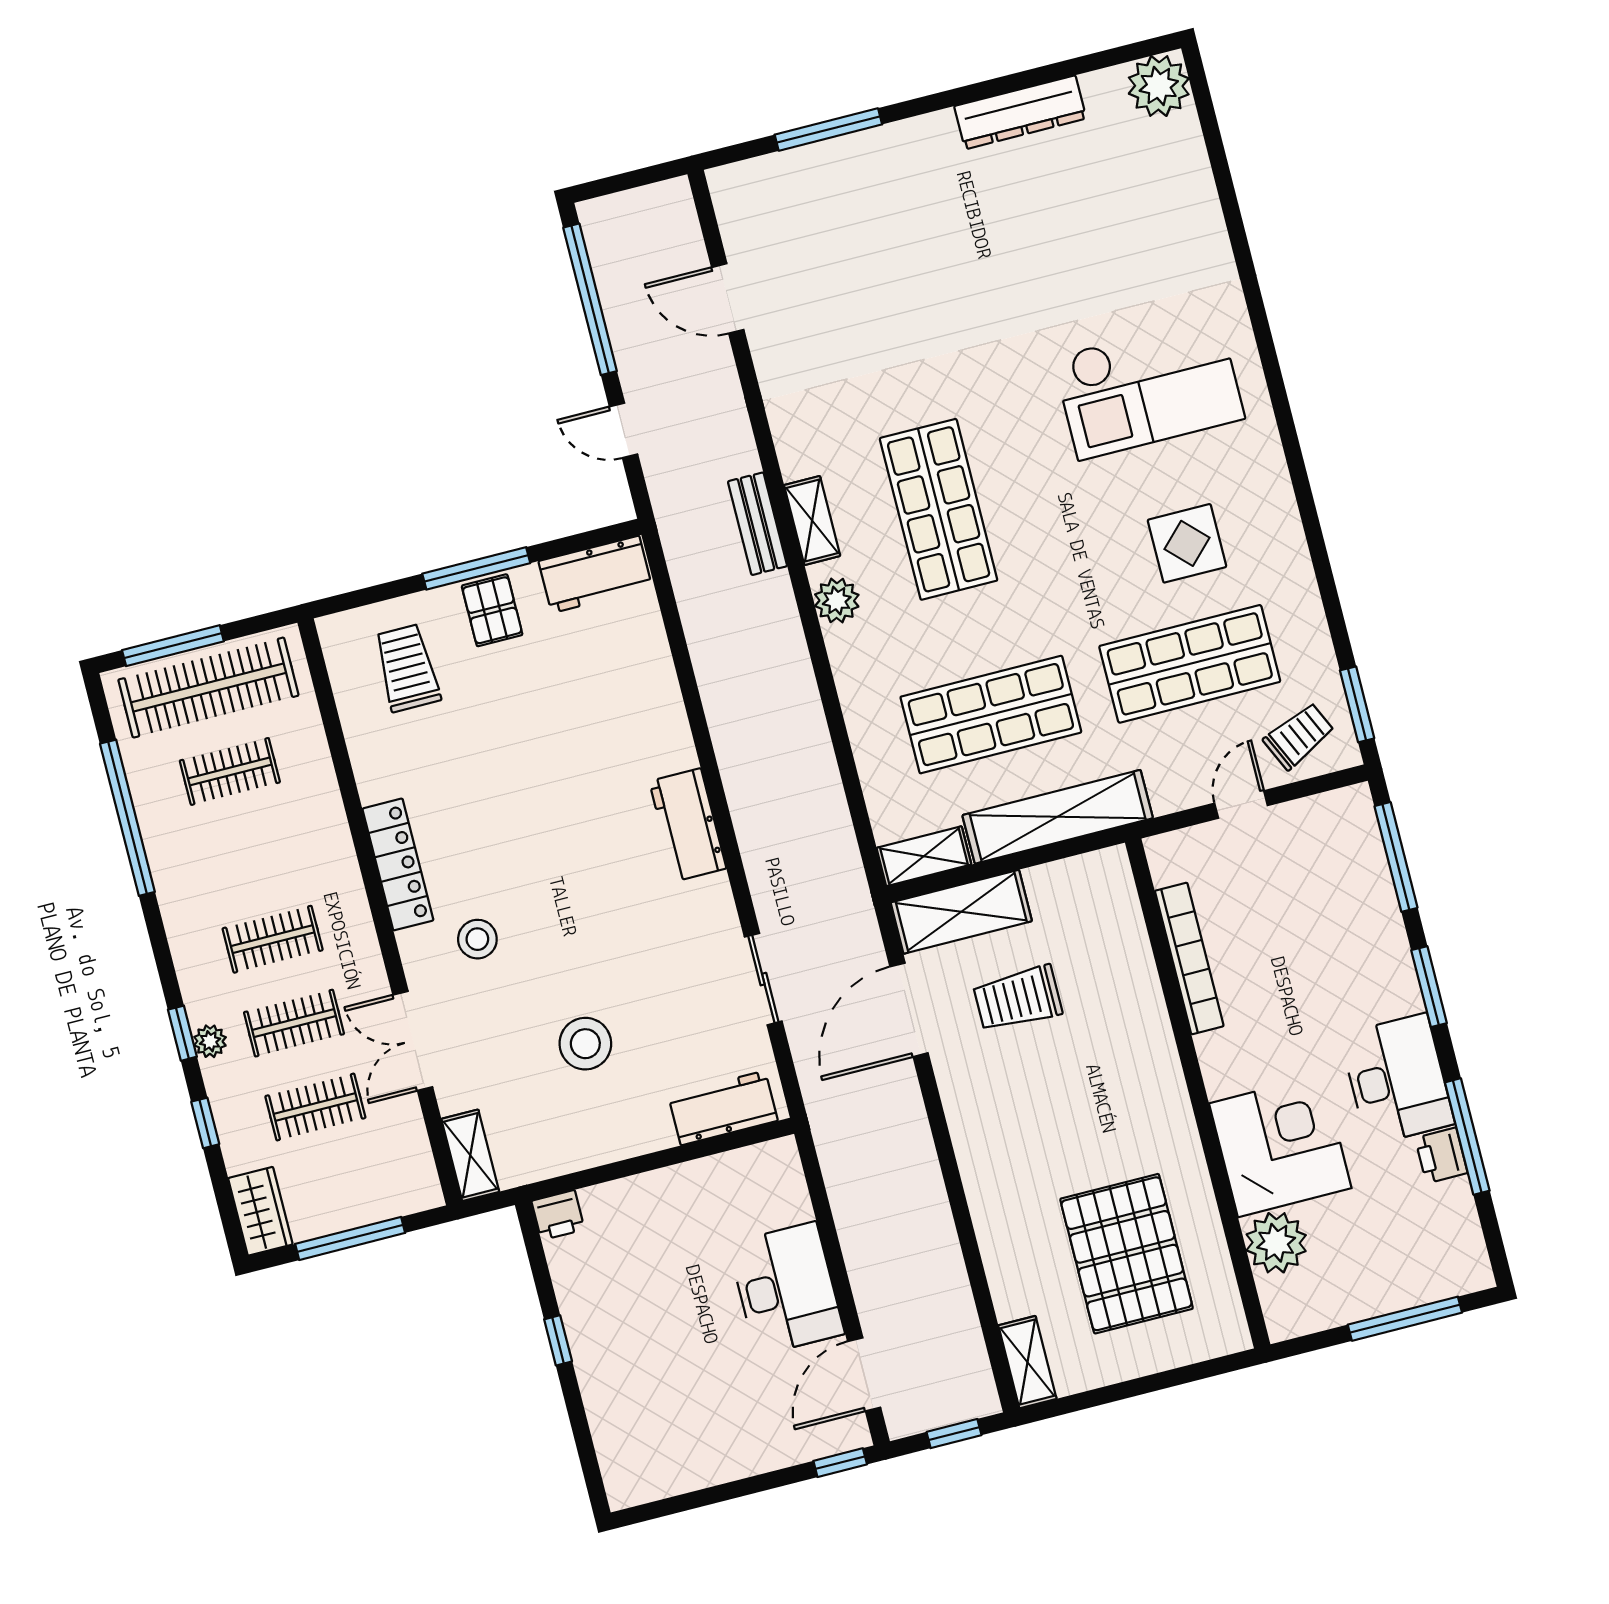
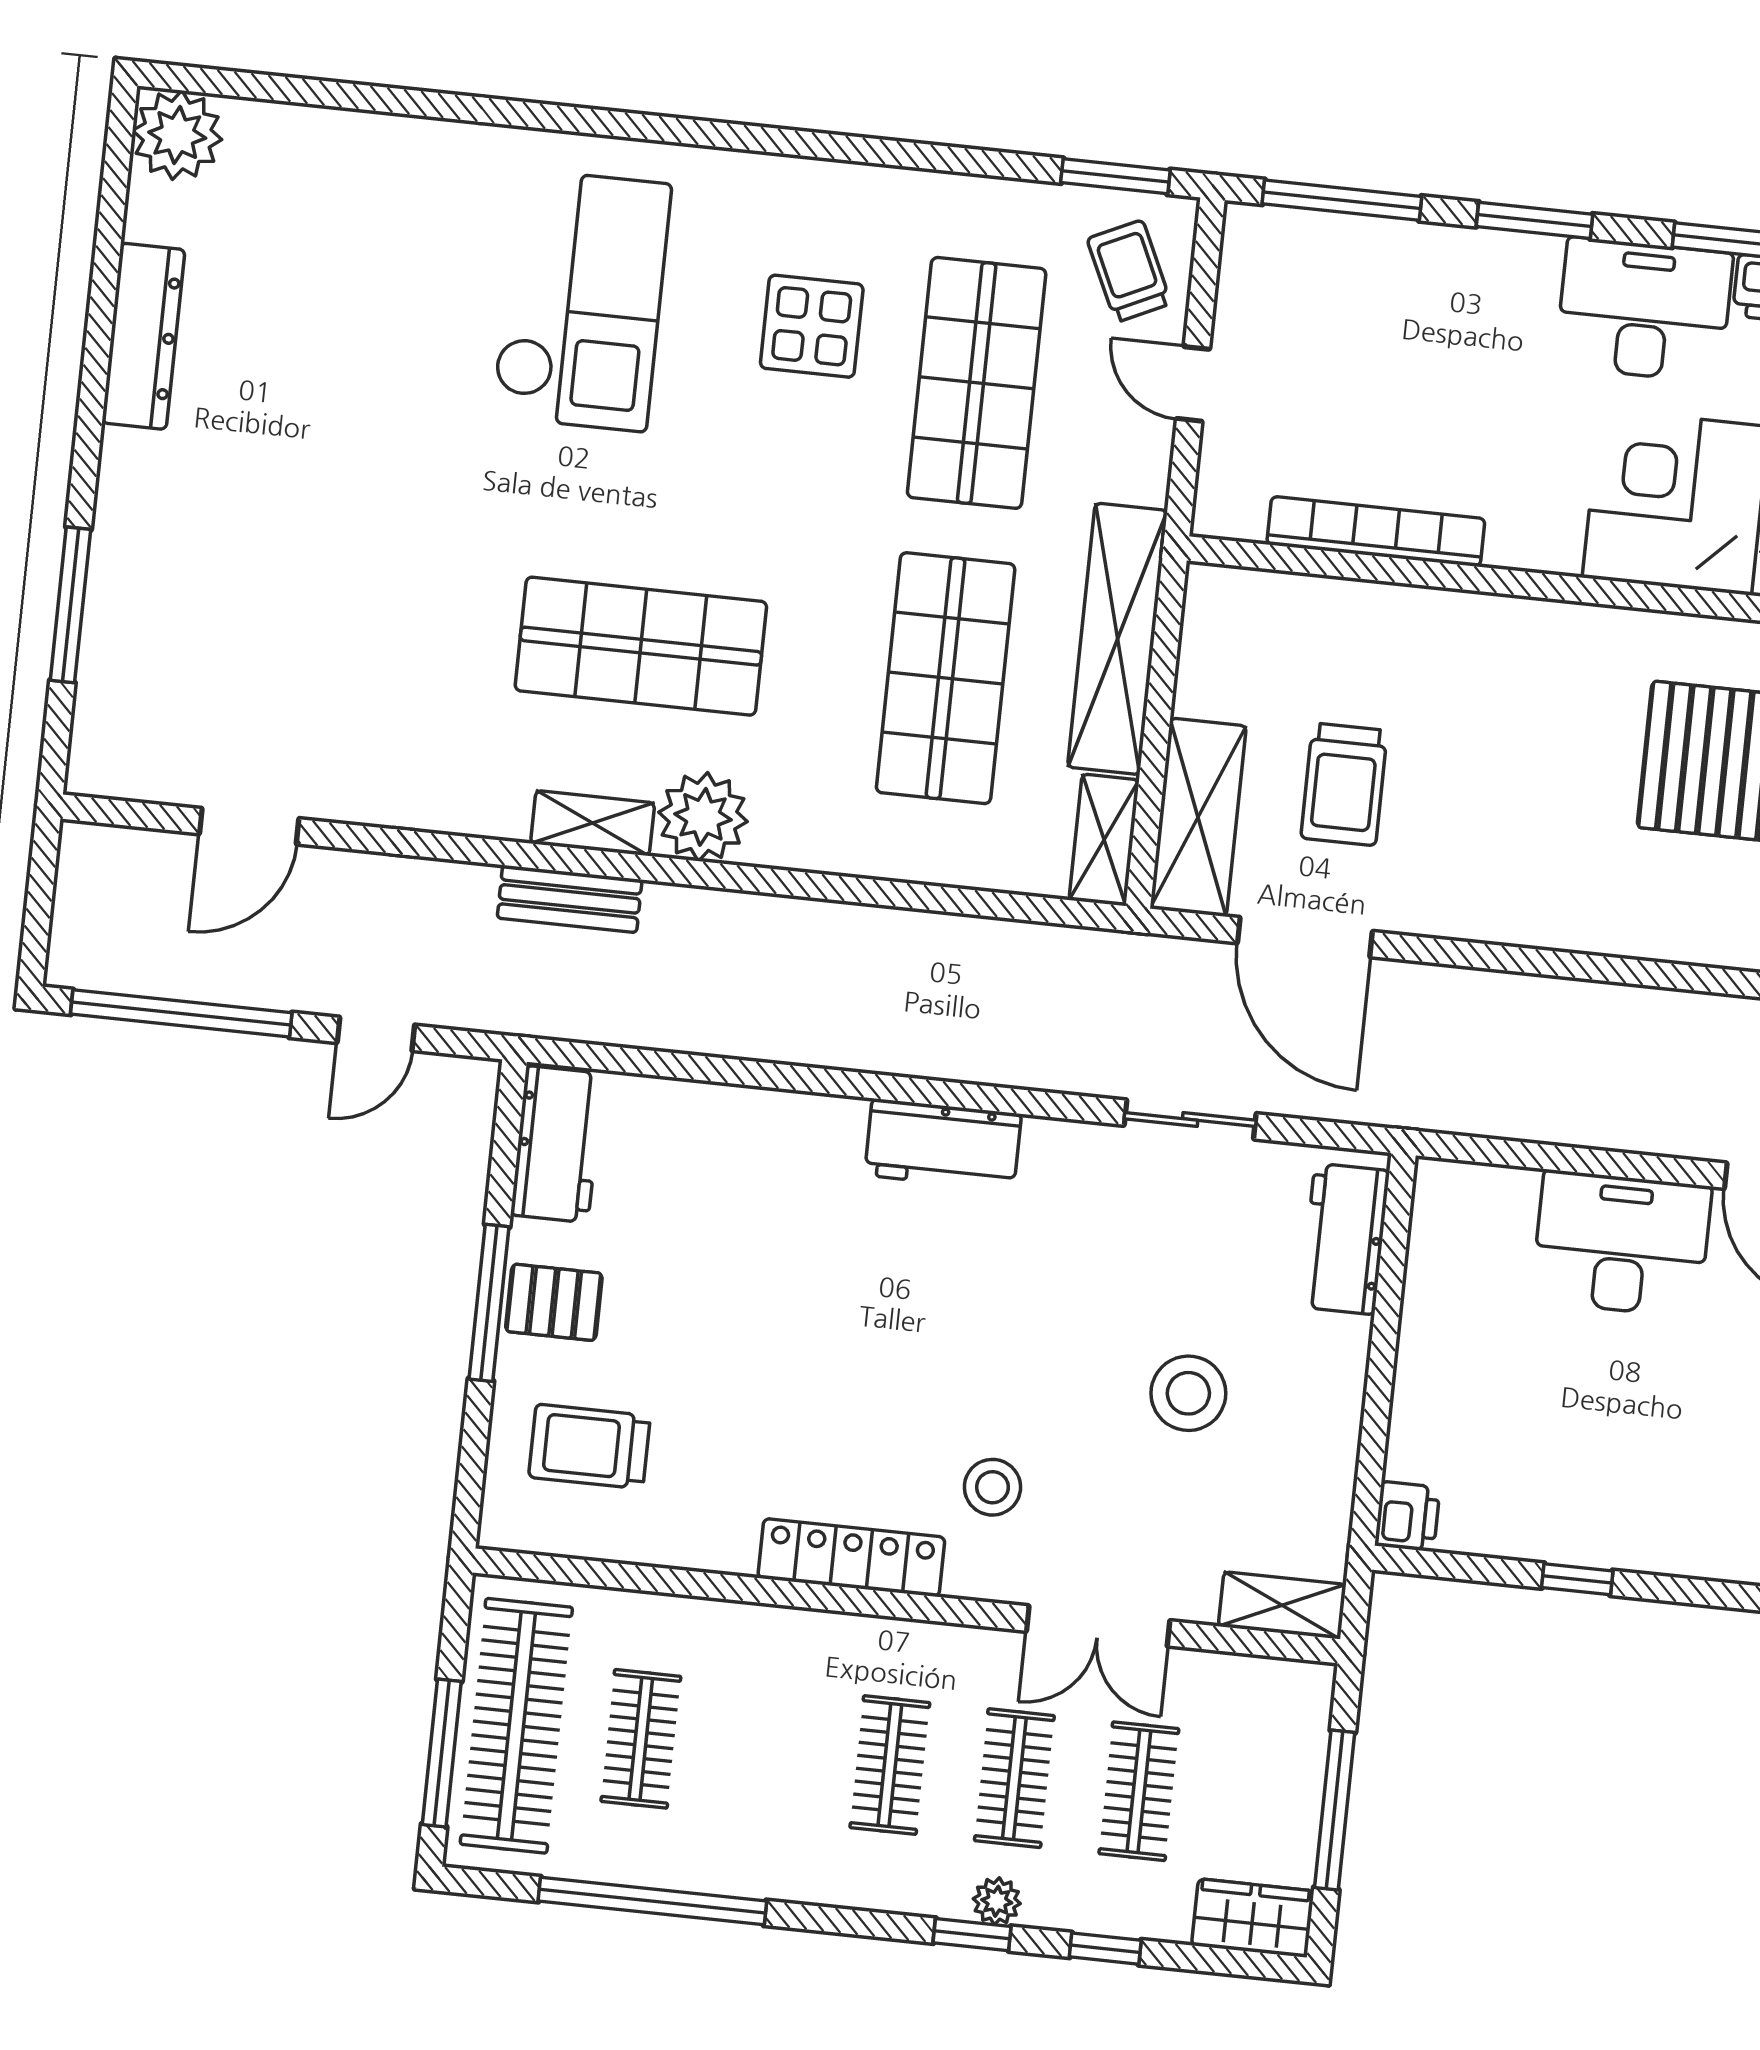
plant: (837, 601) -> (703, 817), width x1.36, depth x1.36

